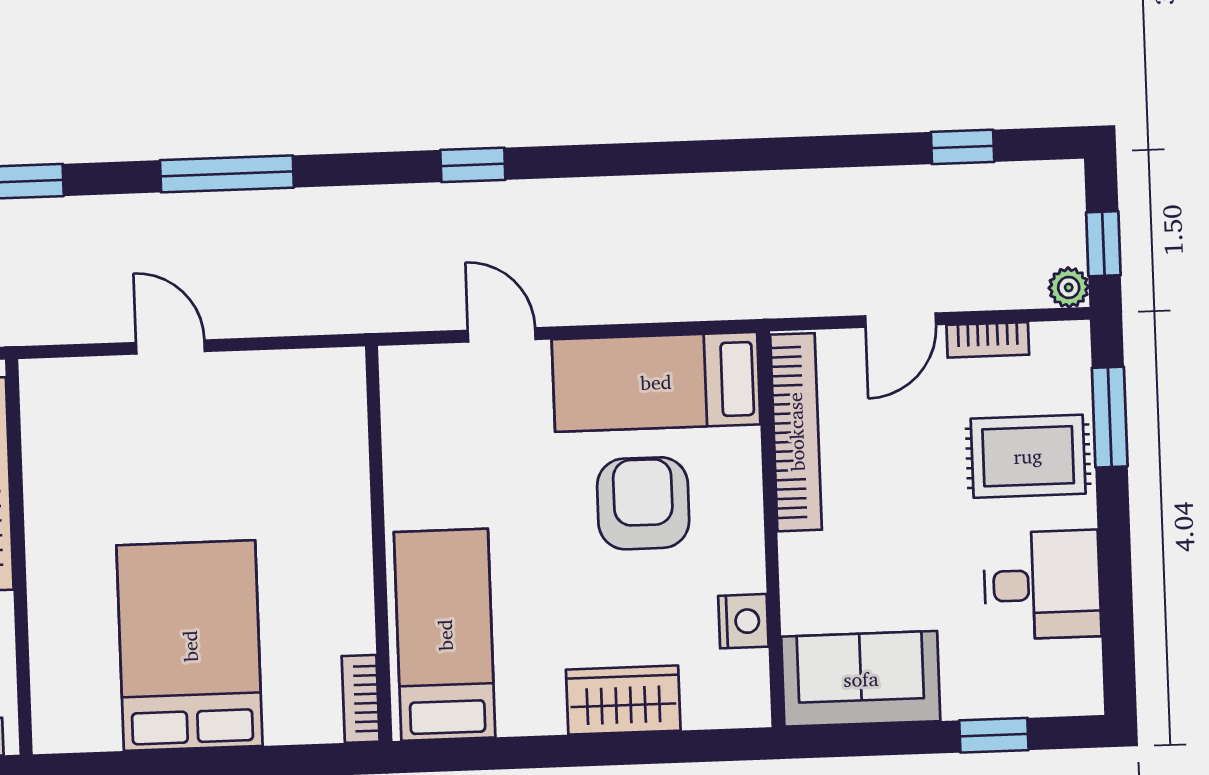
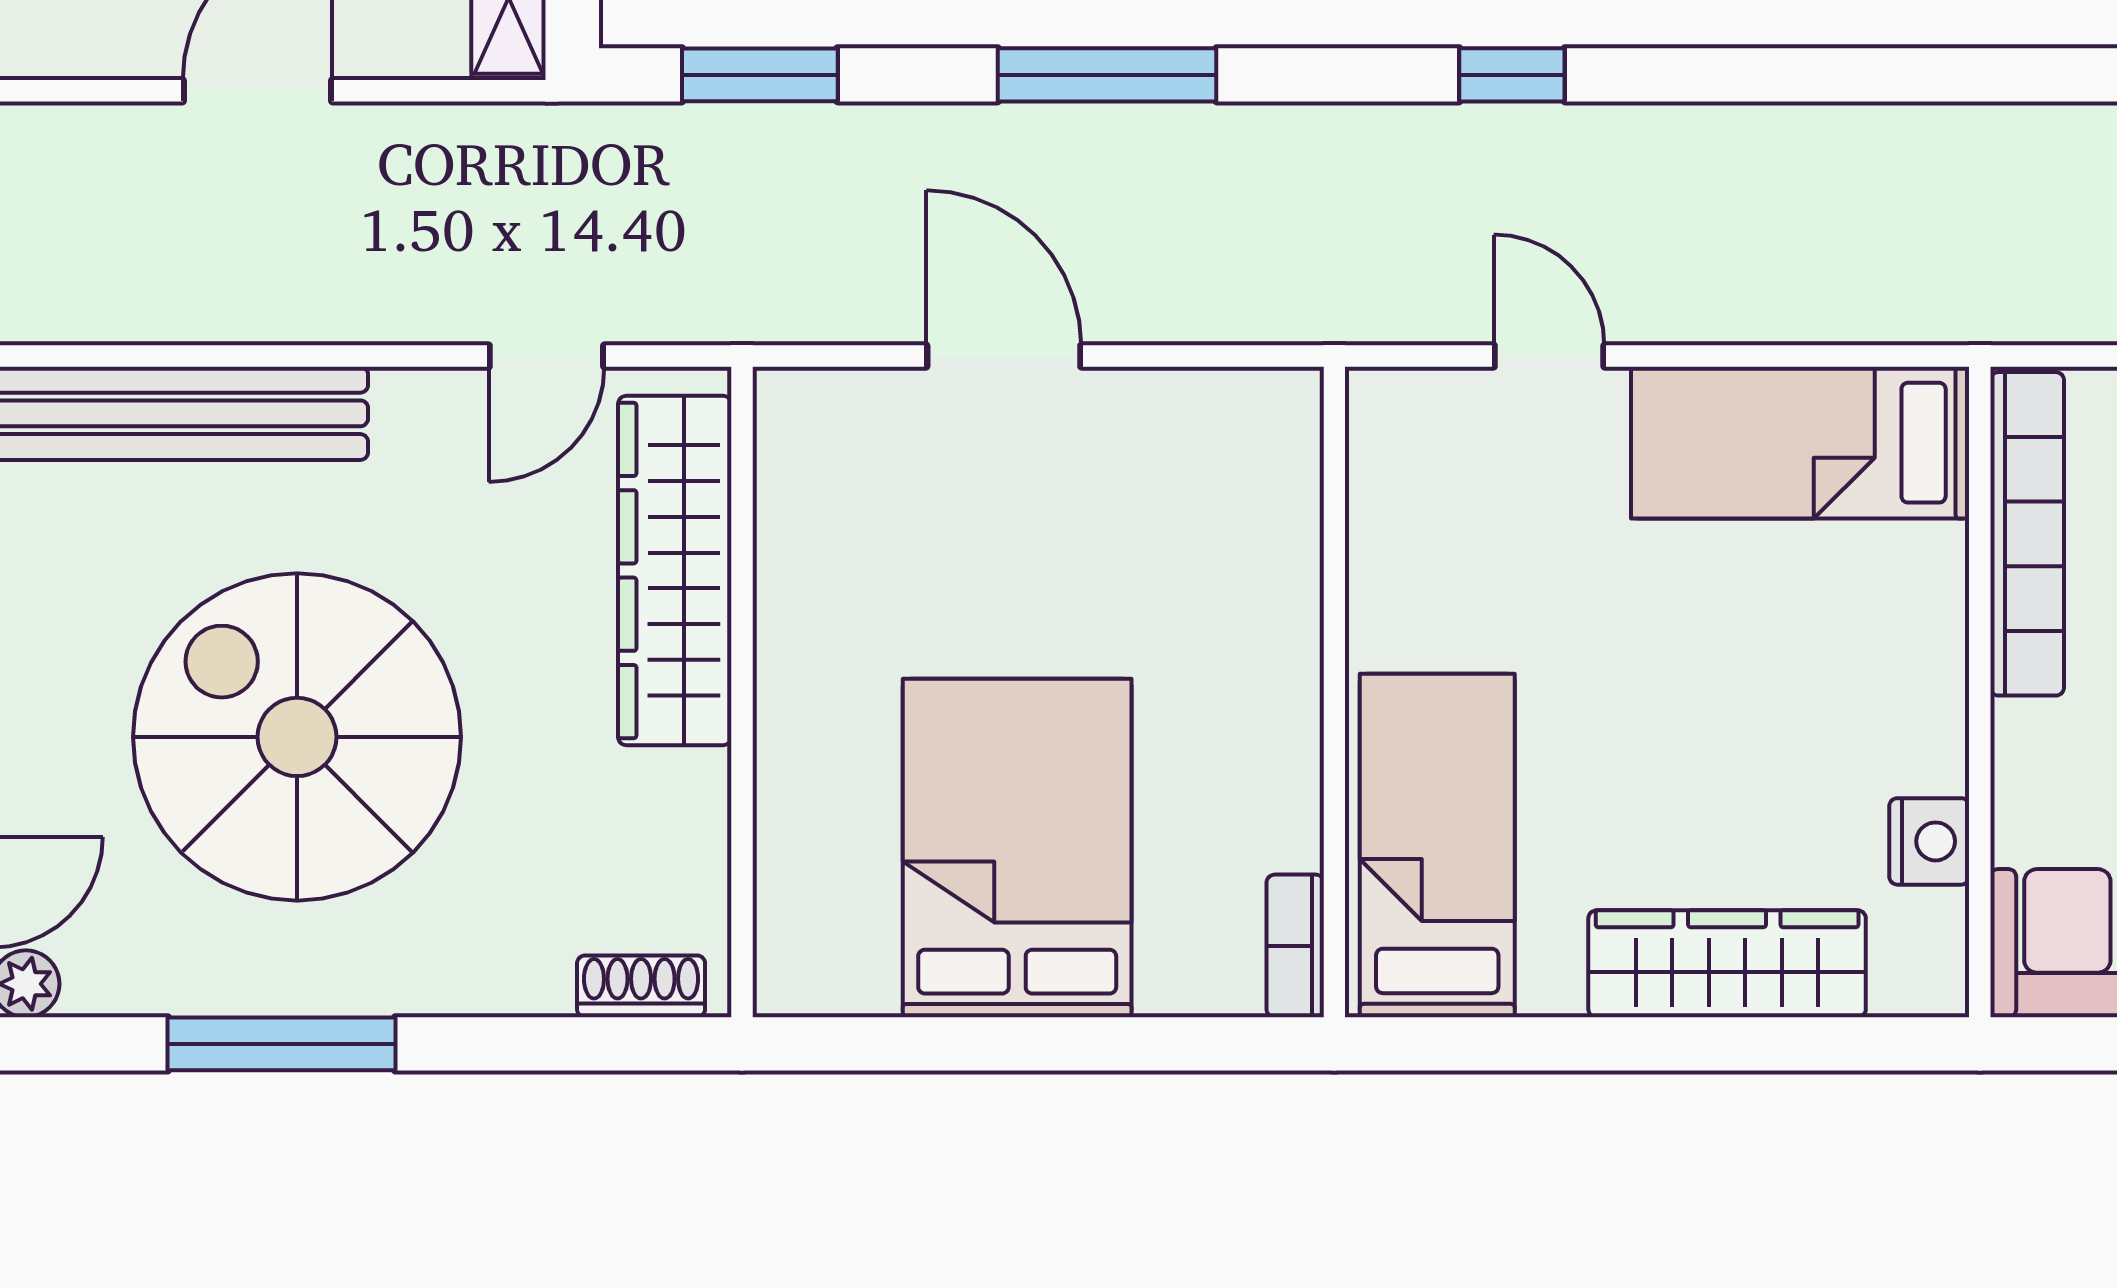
door: (170, 347) -> (1004, 356), width x1.38
armchair: (643, 503) -> (1772, 641), removed
wardrobe: (623, 700) -> (1727, 964), width x1.50

